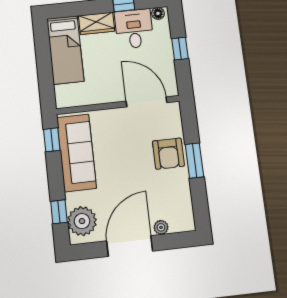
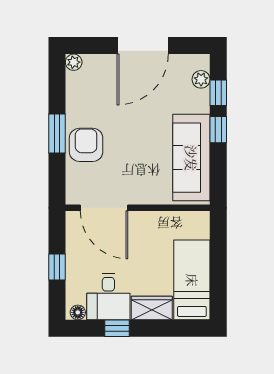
window: (52, 140) -> (218, 130), moved
plant: (82, 221) -> (201, 79), width x0.53, depth x0.53
plant: (161, 227) -> (74, 62), moved

